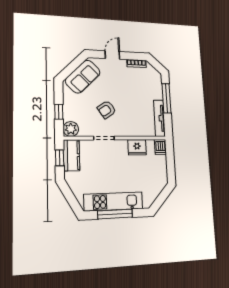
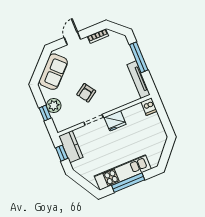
plant: (71, 129) -> (54, 106), moved
fridge: (137, 147) -> (115, 121), moved

